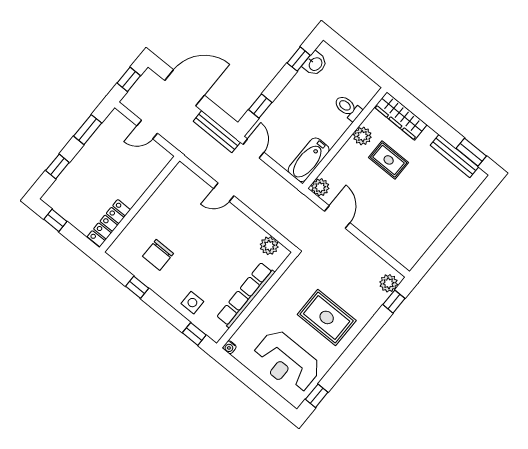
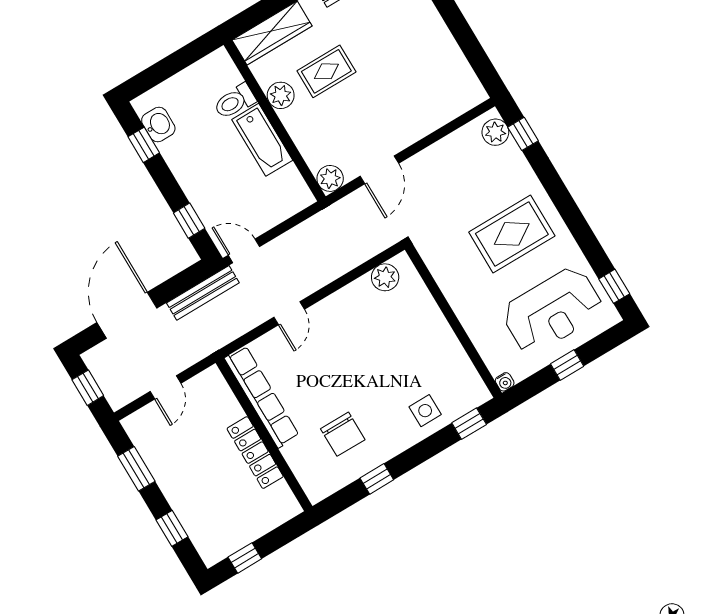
bathtub: (309, 160) -> (262, 140), moved
door: (337, 217) -> (379, 170), swing flipped
locker: (109, 223) -> (255, 453), moved
row of seats: (246, 295) -> (262, 397), moved, turned 180
window: (255, 384) -> (567, 365), added

